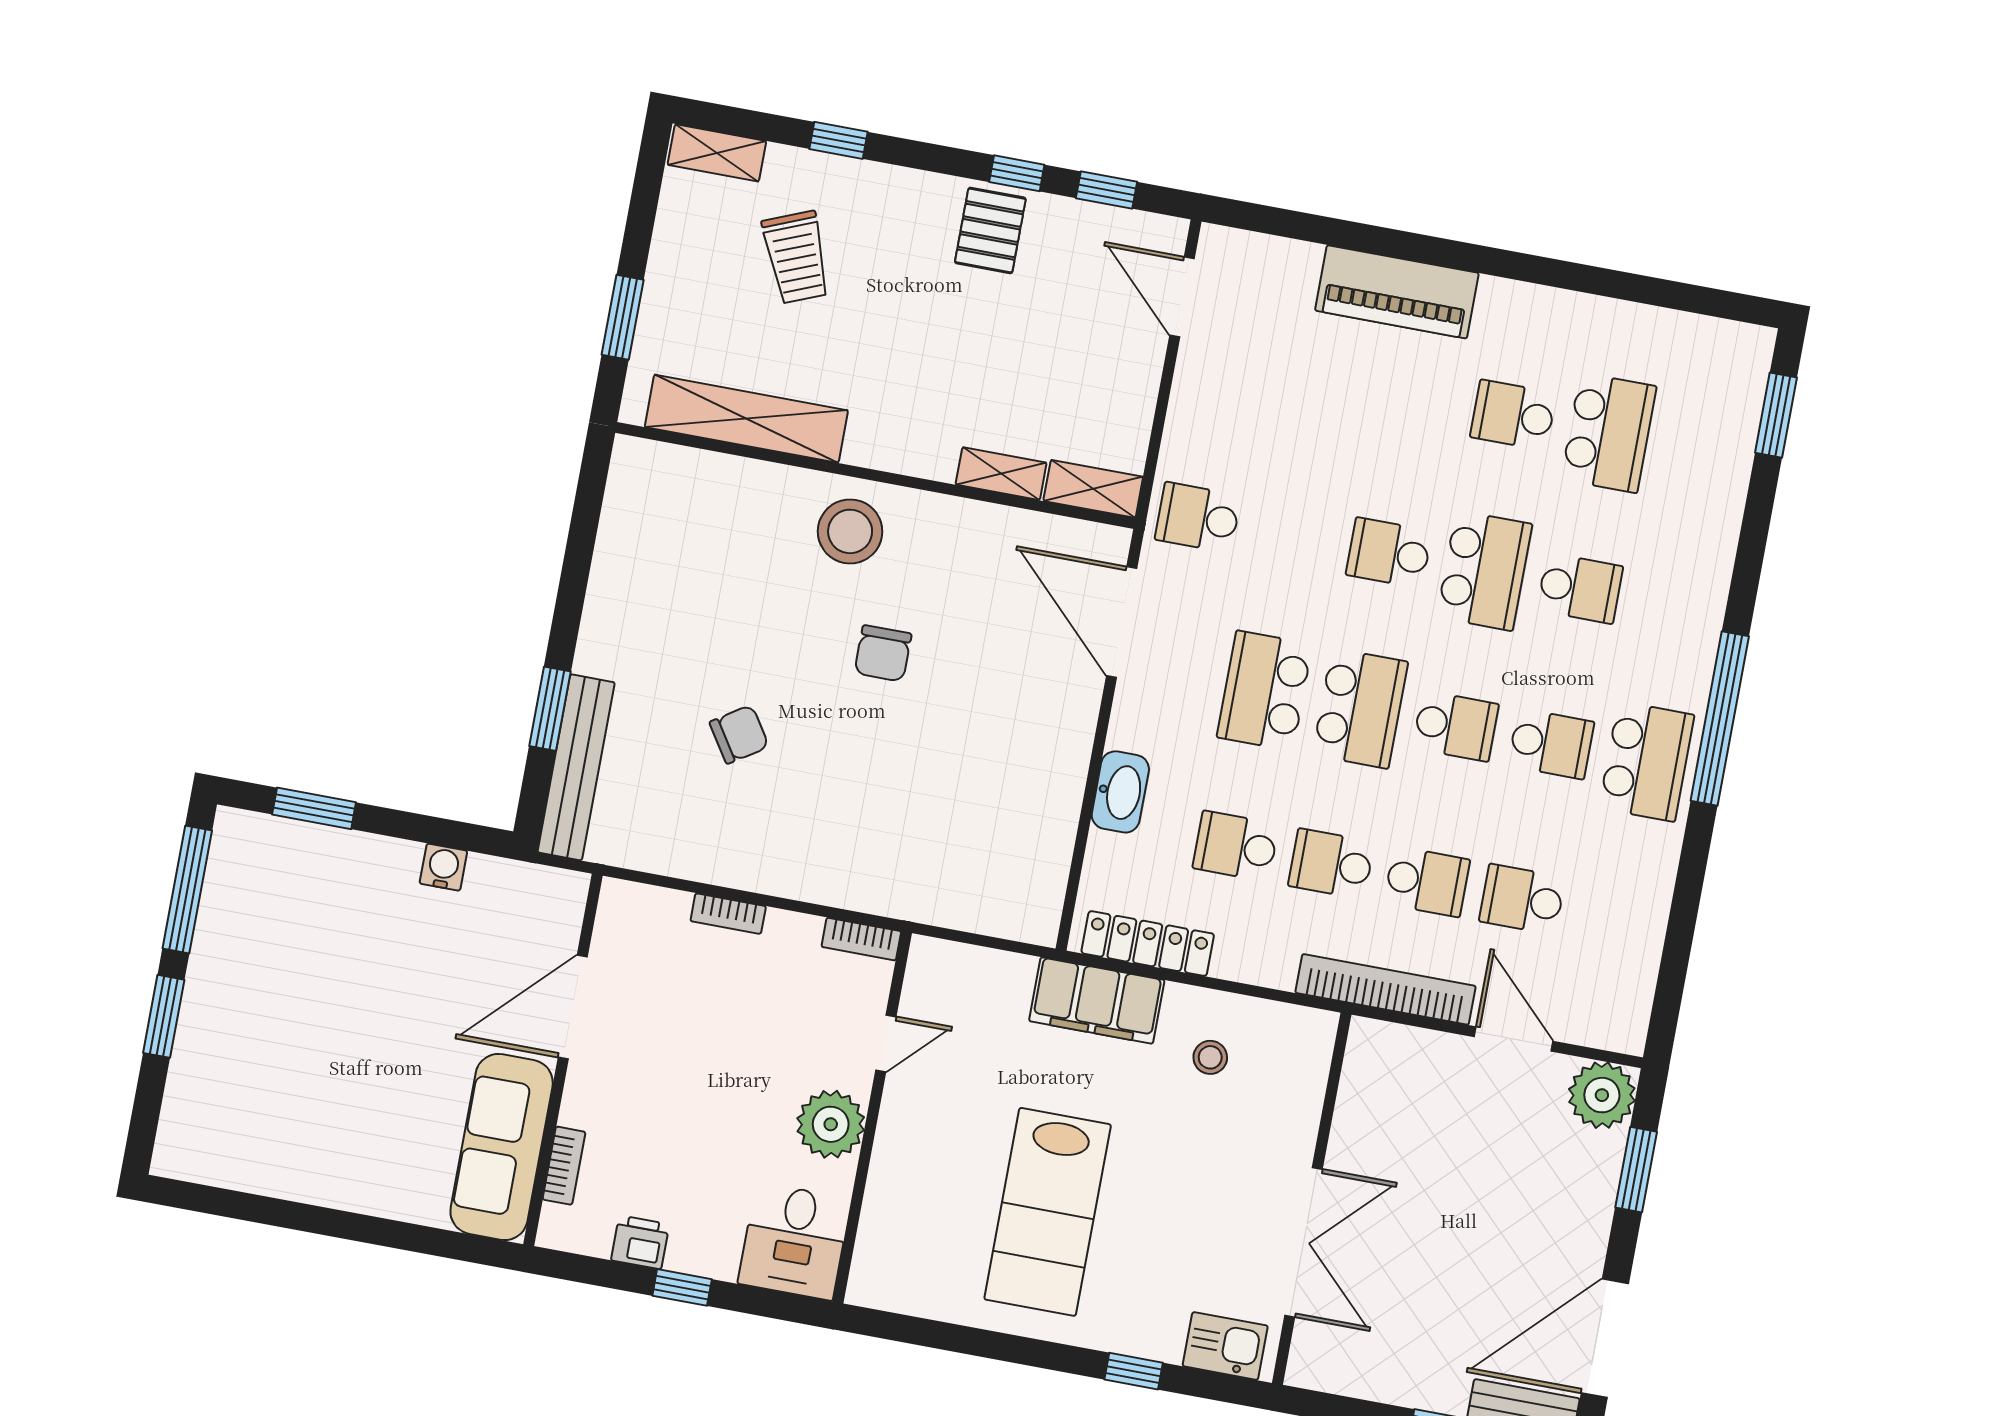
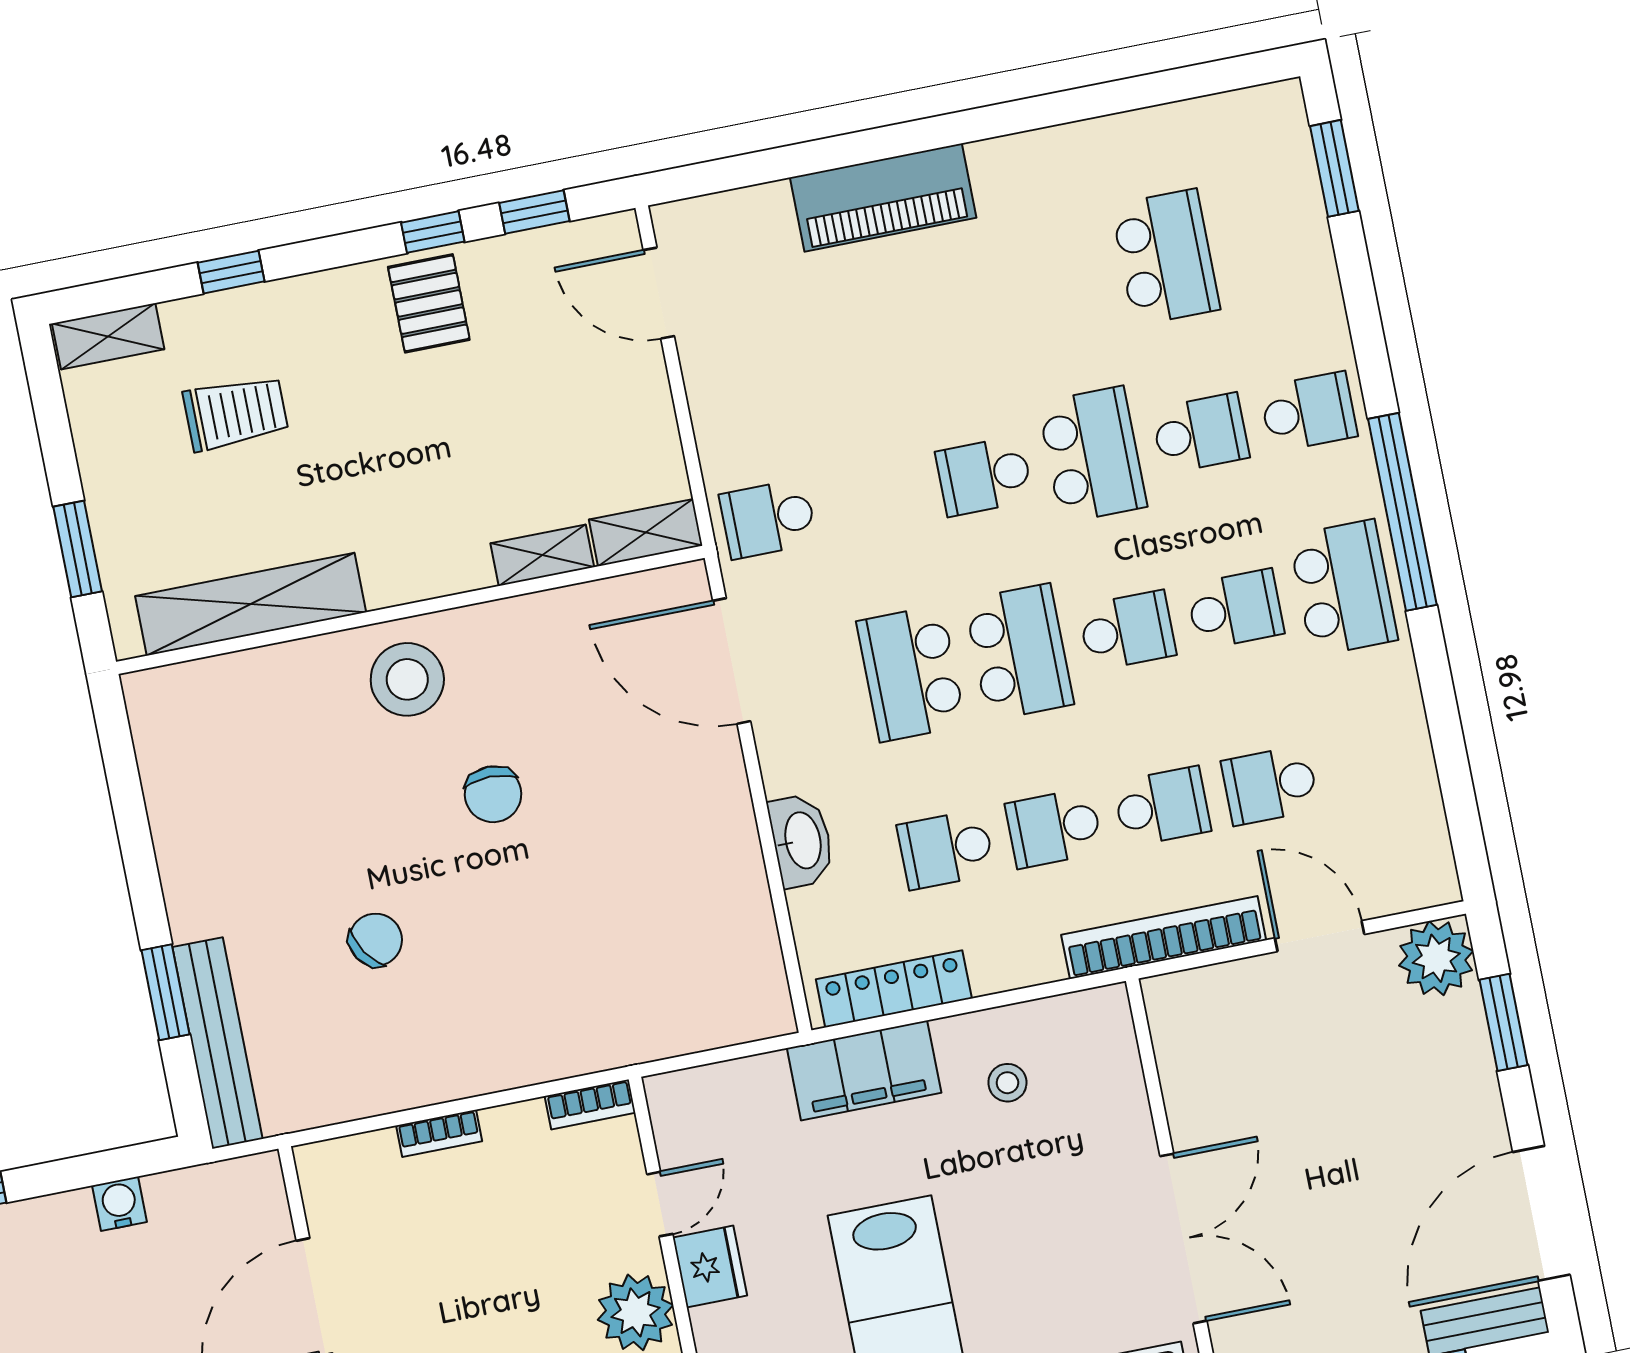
trolley: (796, 257) -> (236, 413), turned -68
school desk: (1513, 415) -> (1308, 412), moved, turned 180
fridge: (907, 1111) -> (710, 1267), added

